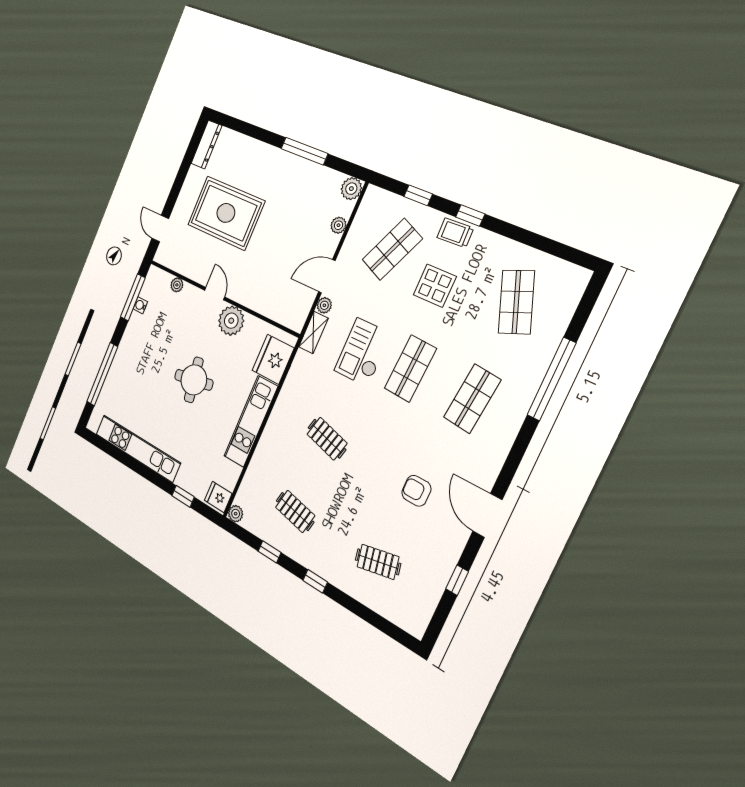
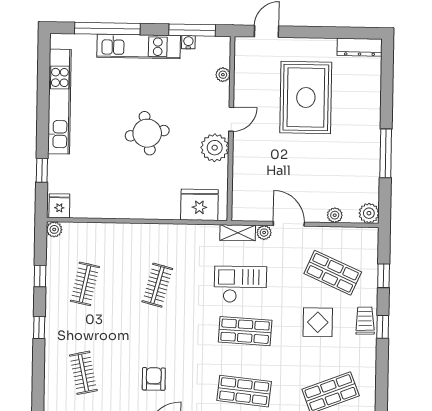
kitchen unit: (251, 421) -> (139, 46), moved, turned 180

